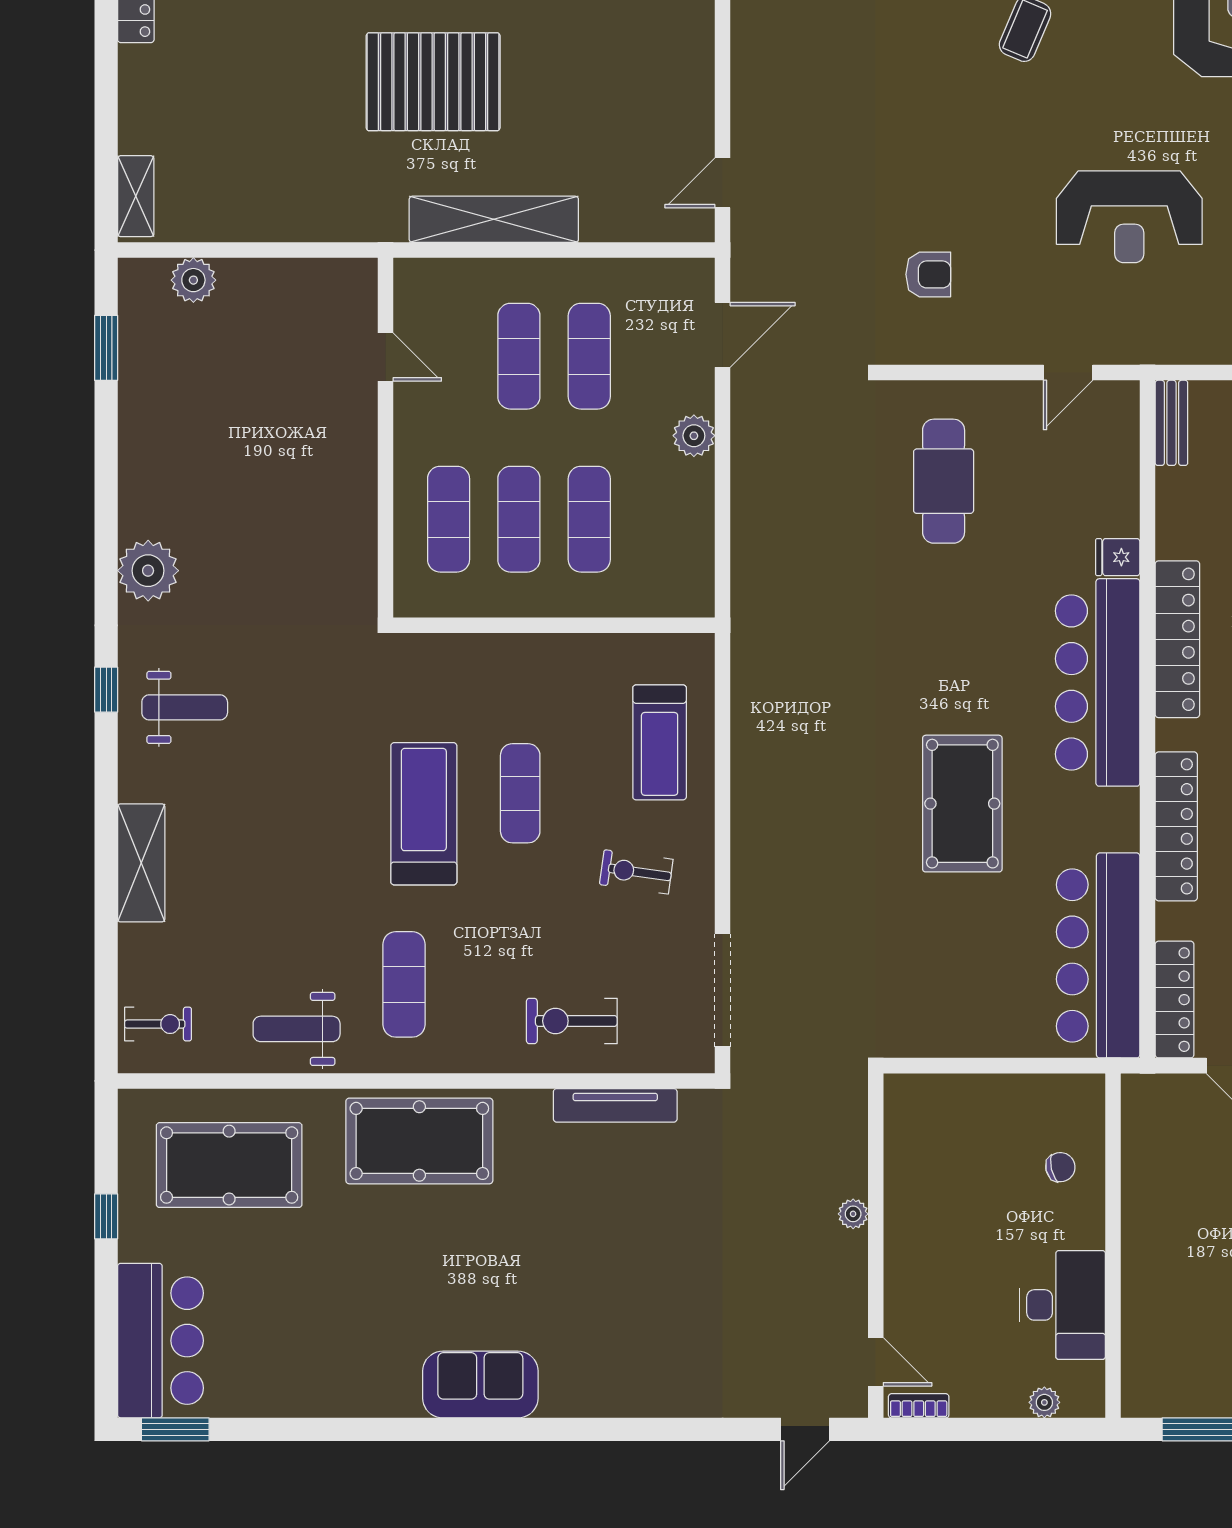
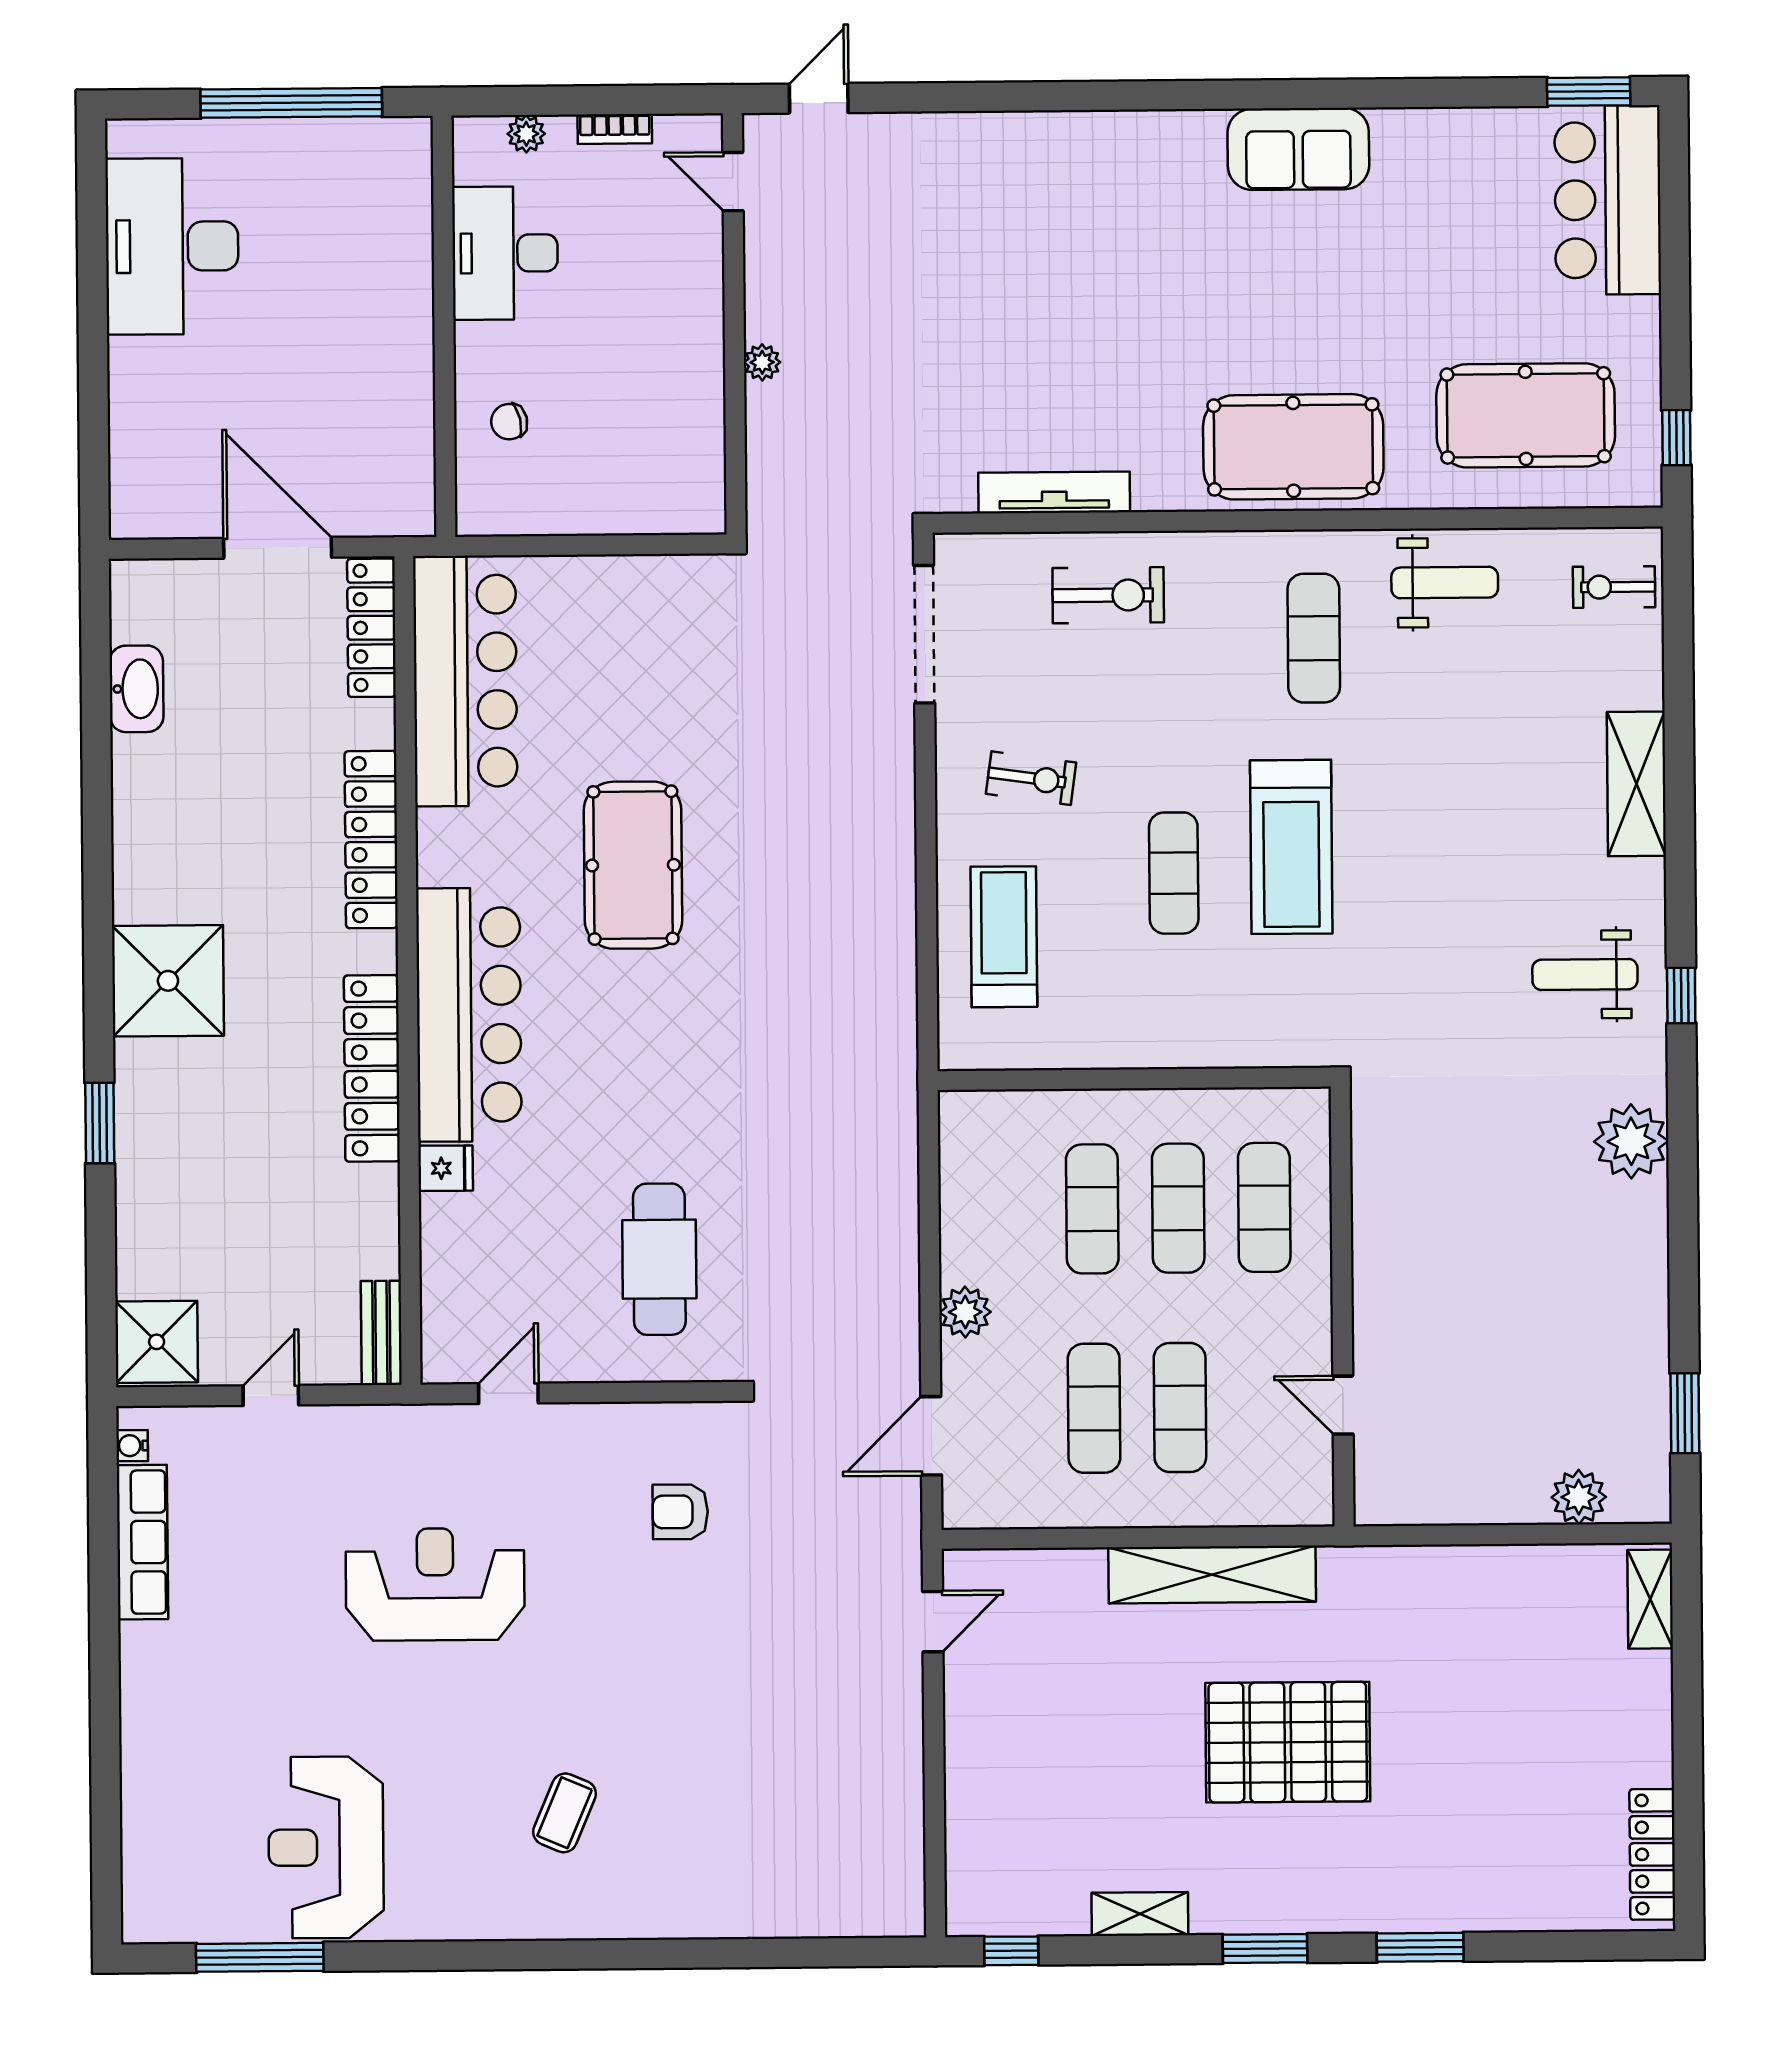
window: (106, 1216) -> (1676, 438), moved
sofa: (480, 1385) -> (1298, 149), moved
bookcase: (919, 1406) -> (615, 129), moved

